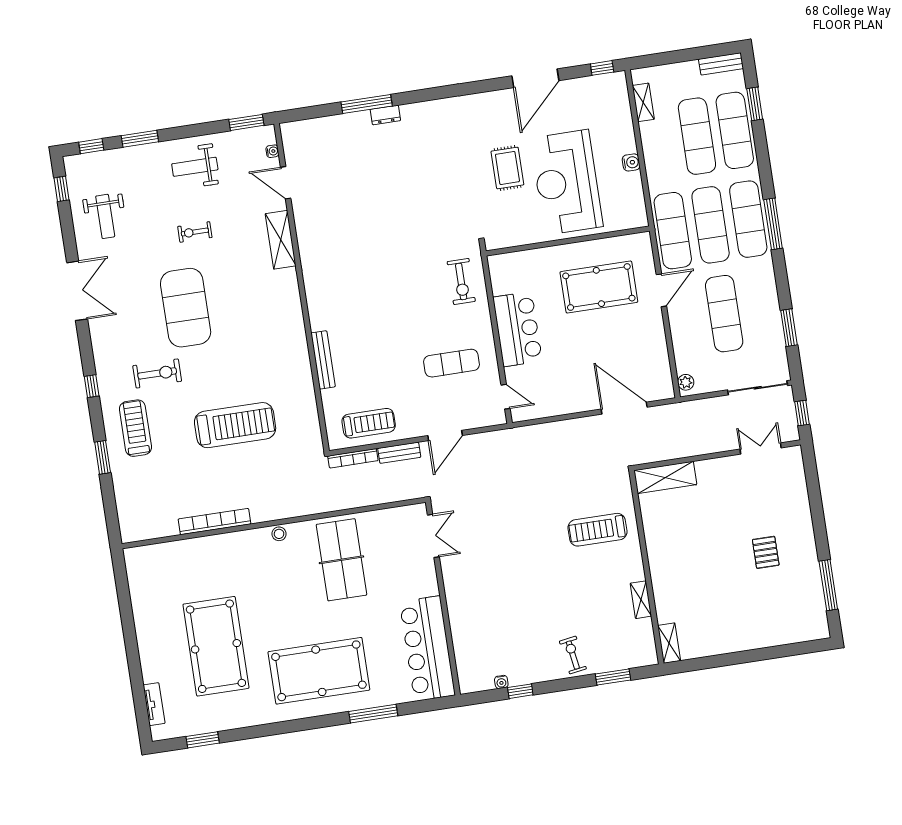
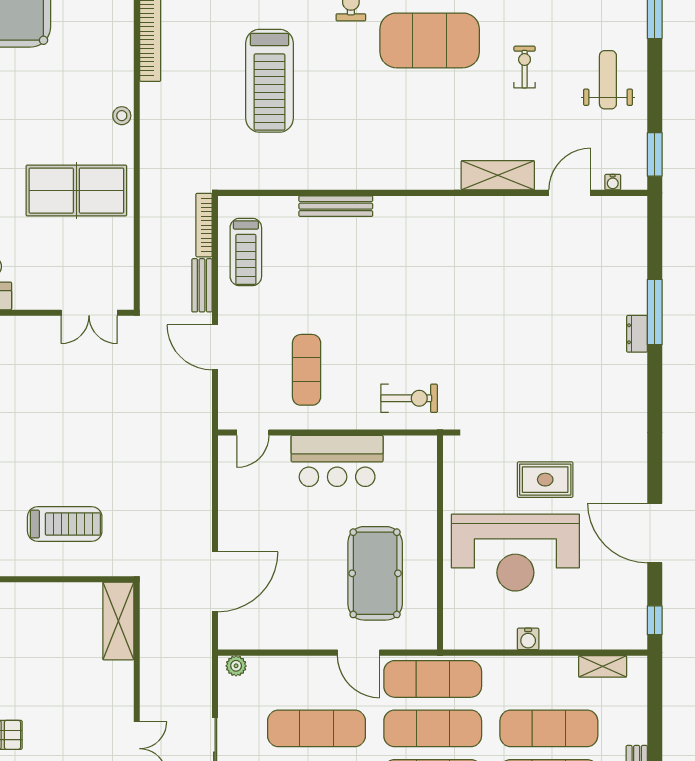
reception desk: (567, 182) -> (515, 553), turned 180
exercise bike: (461, 281) -> (409, 398), turned 180
treadmill: (597, 530) -> (65, 524), turned 90

